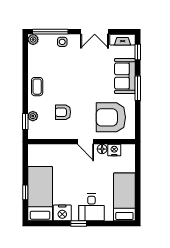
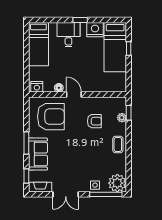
double door: (95, 32) -> (66, 194), swing flipped
plant: (33, 40) -> (117, 183), width x1.87, depth x1.87
nightstand: (114, 150) -> (37, 87), moved

